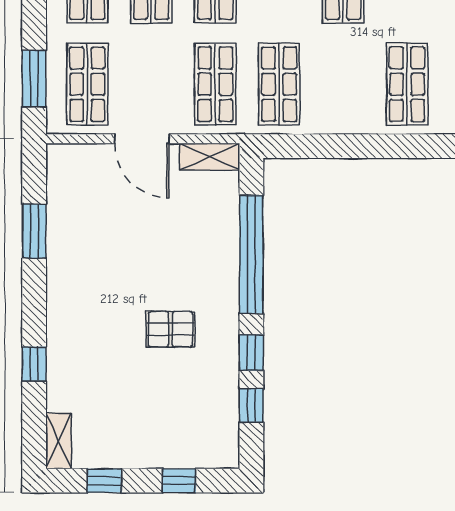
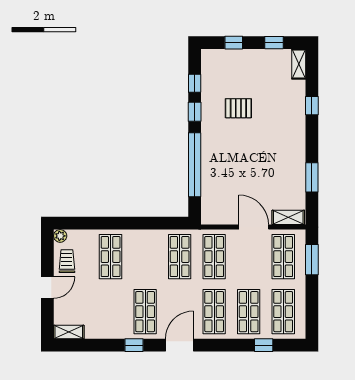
shelving: (210, 157) -> (288, 217), moved
pallet: (170, 329) -> (238, 108), moved

